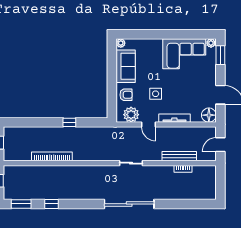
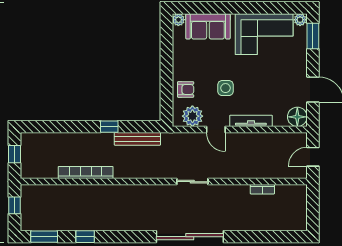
sofa: (126, 66) -> (208, 26), moved, turned 90
bench: (179, 156) -> (137, 139), moved

